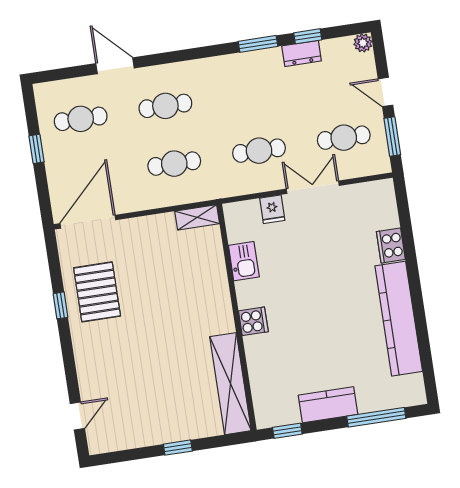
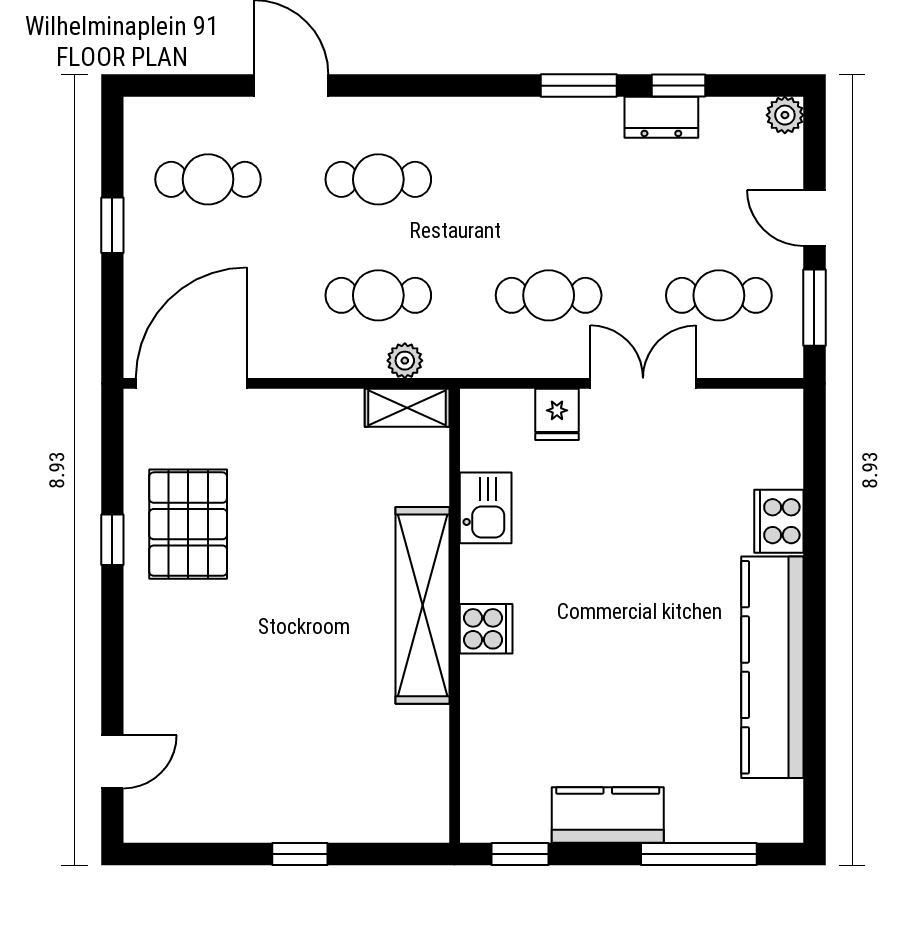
plant: (192, 194) -> (405, 361), added
shelving: (230, 384) -> (422, 605), moved

